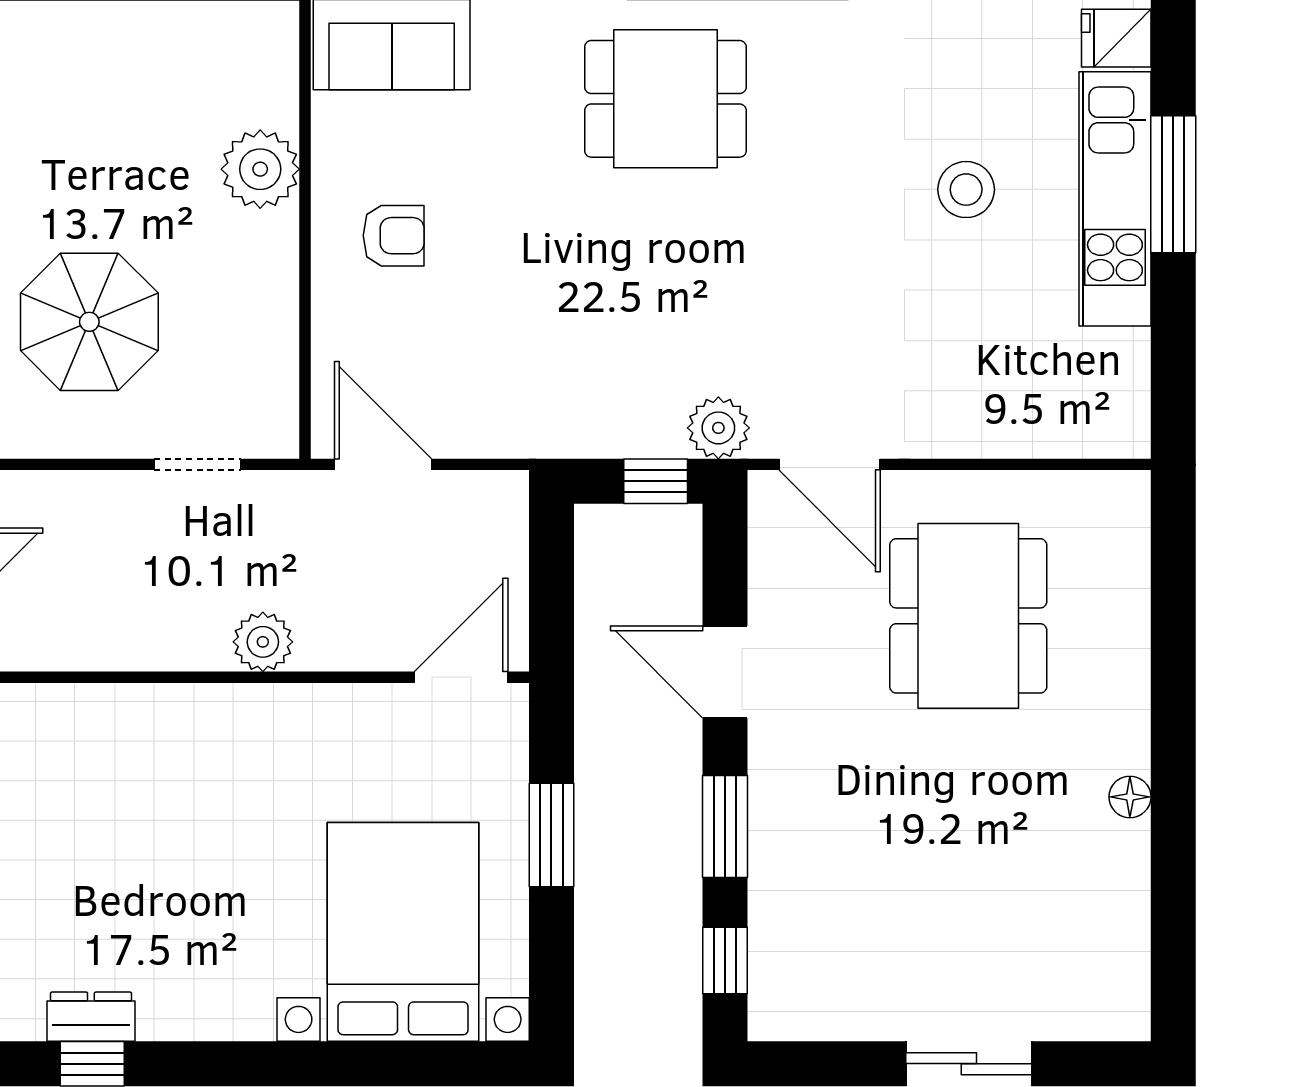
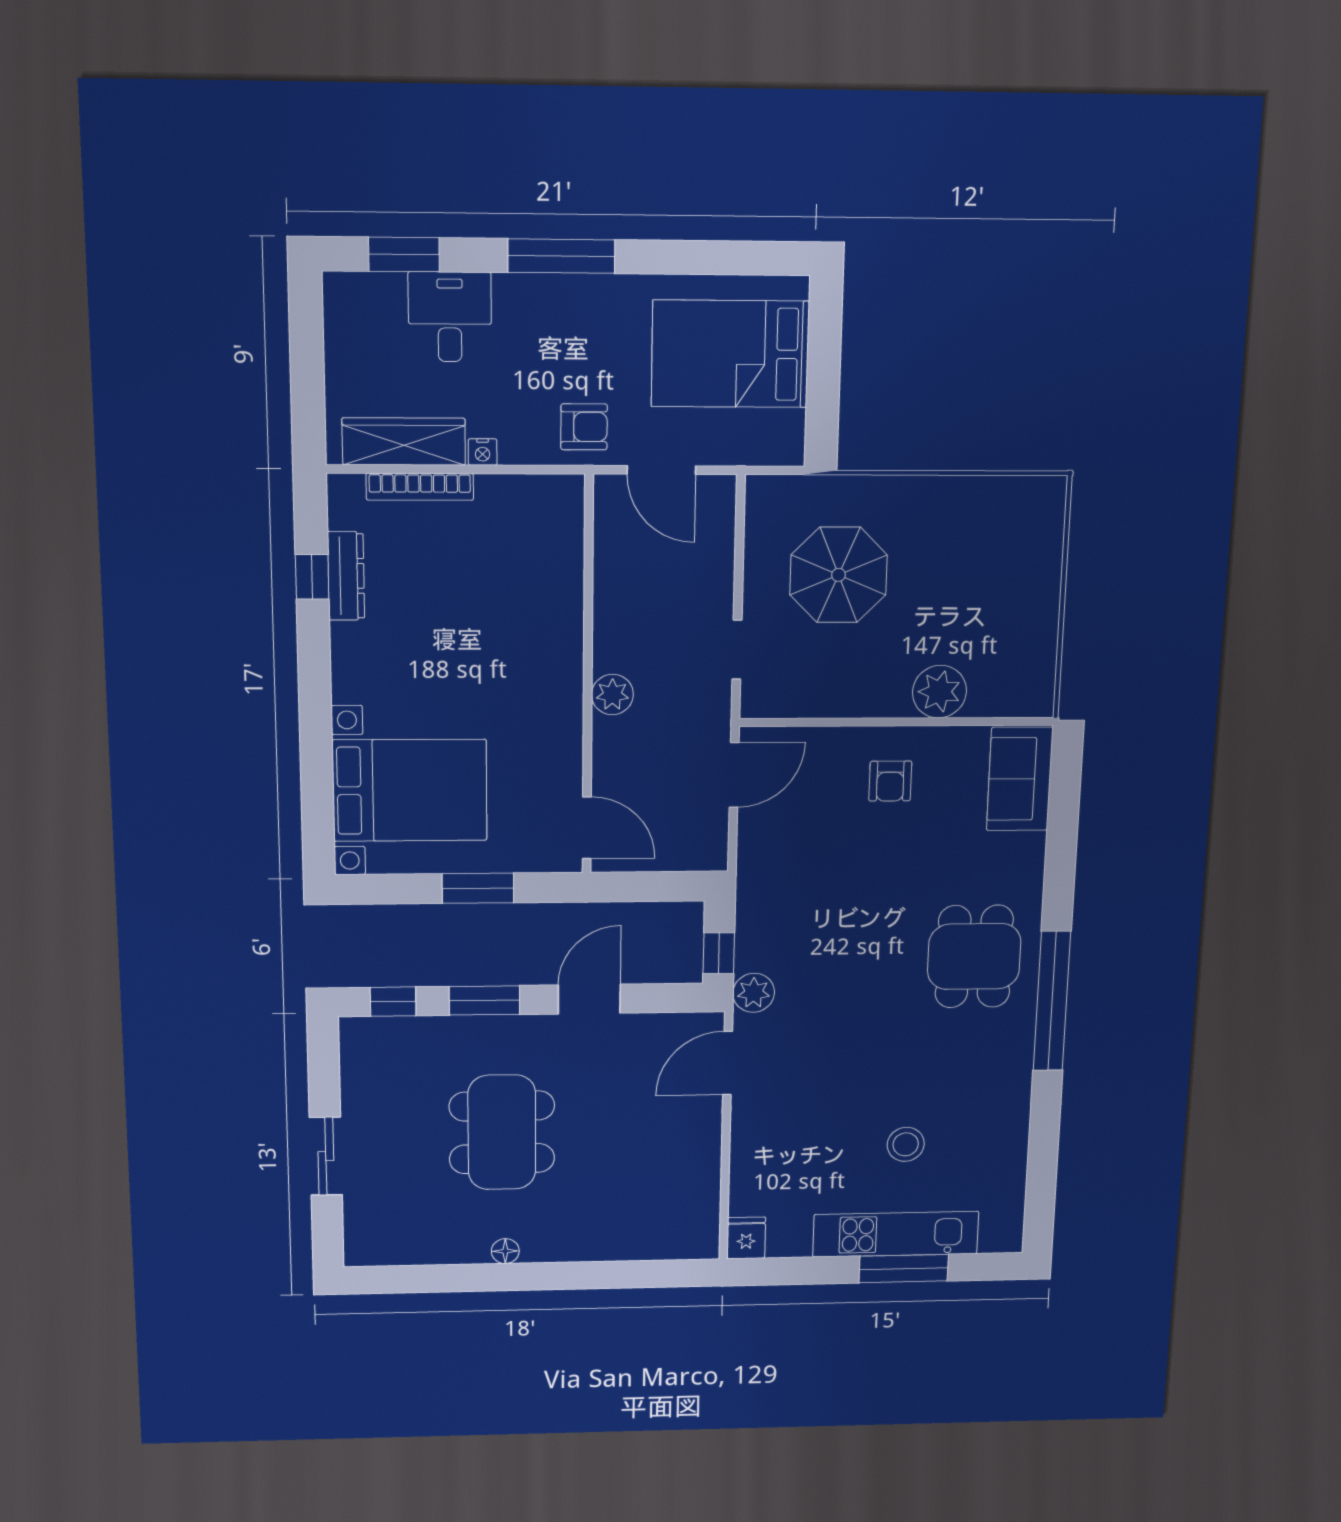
fridge: (1116, 38) -> (746, 1238), moved
dining table: (968, 616) -> (502, 1132), moved, turned 90
dresser: (91, 1017) -> (346, 576), width x1.44

